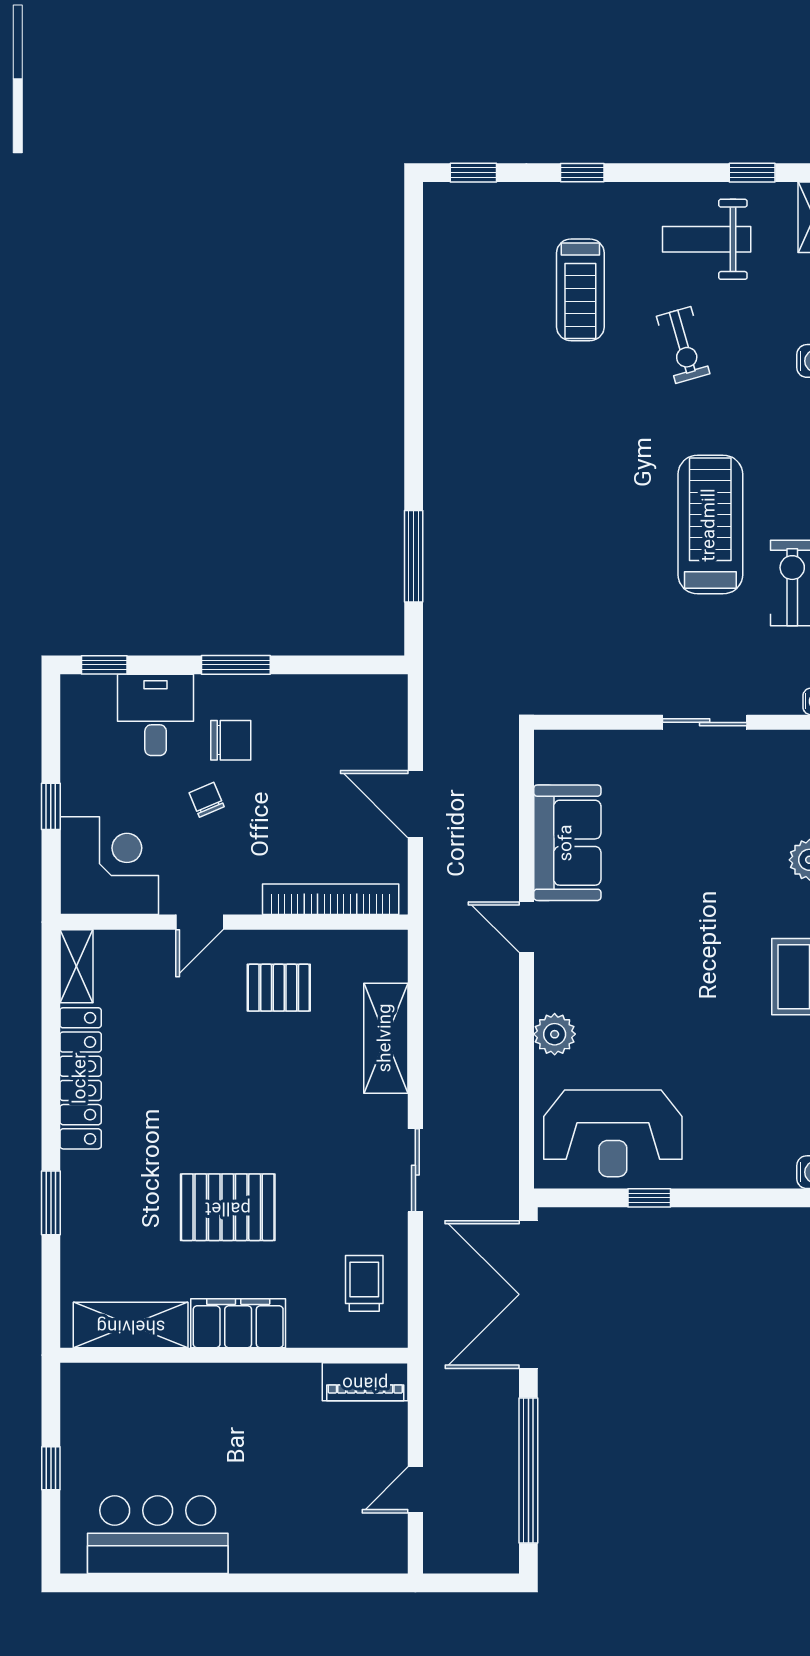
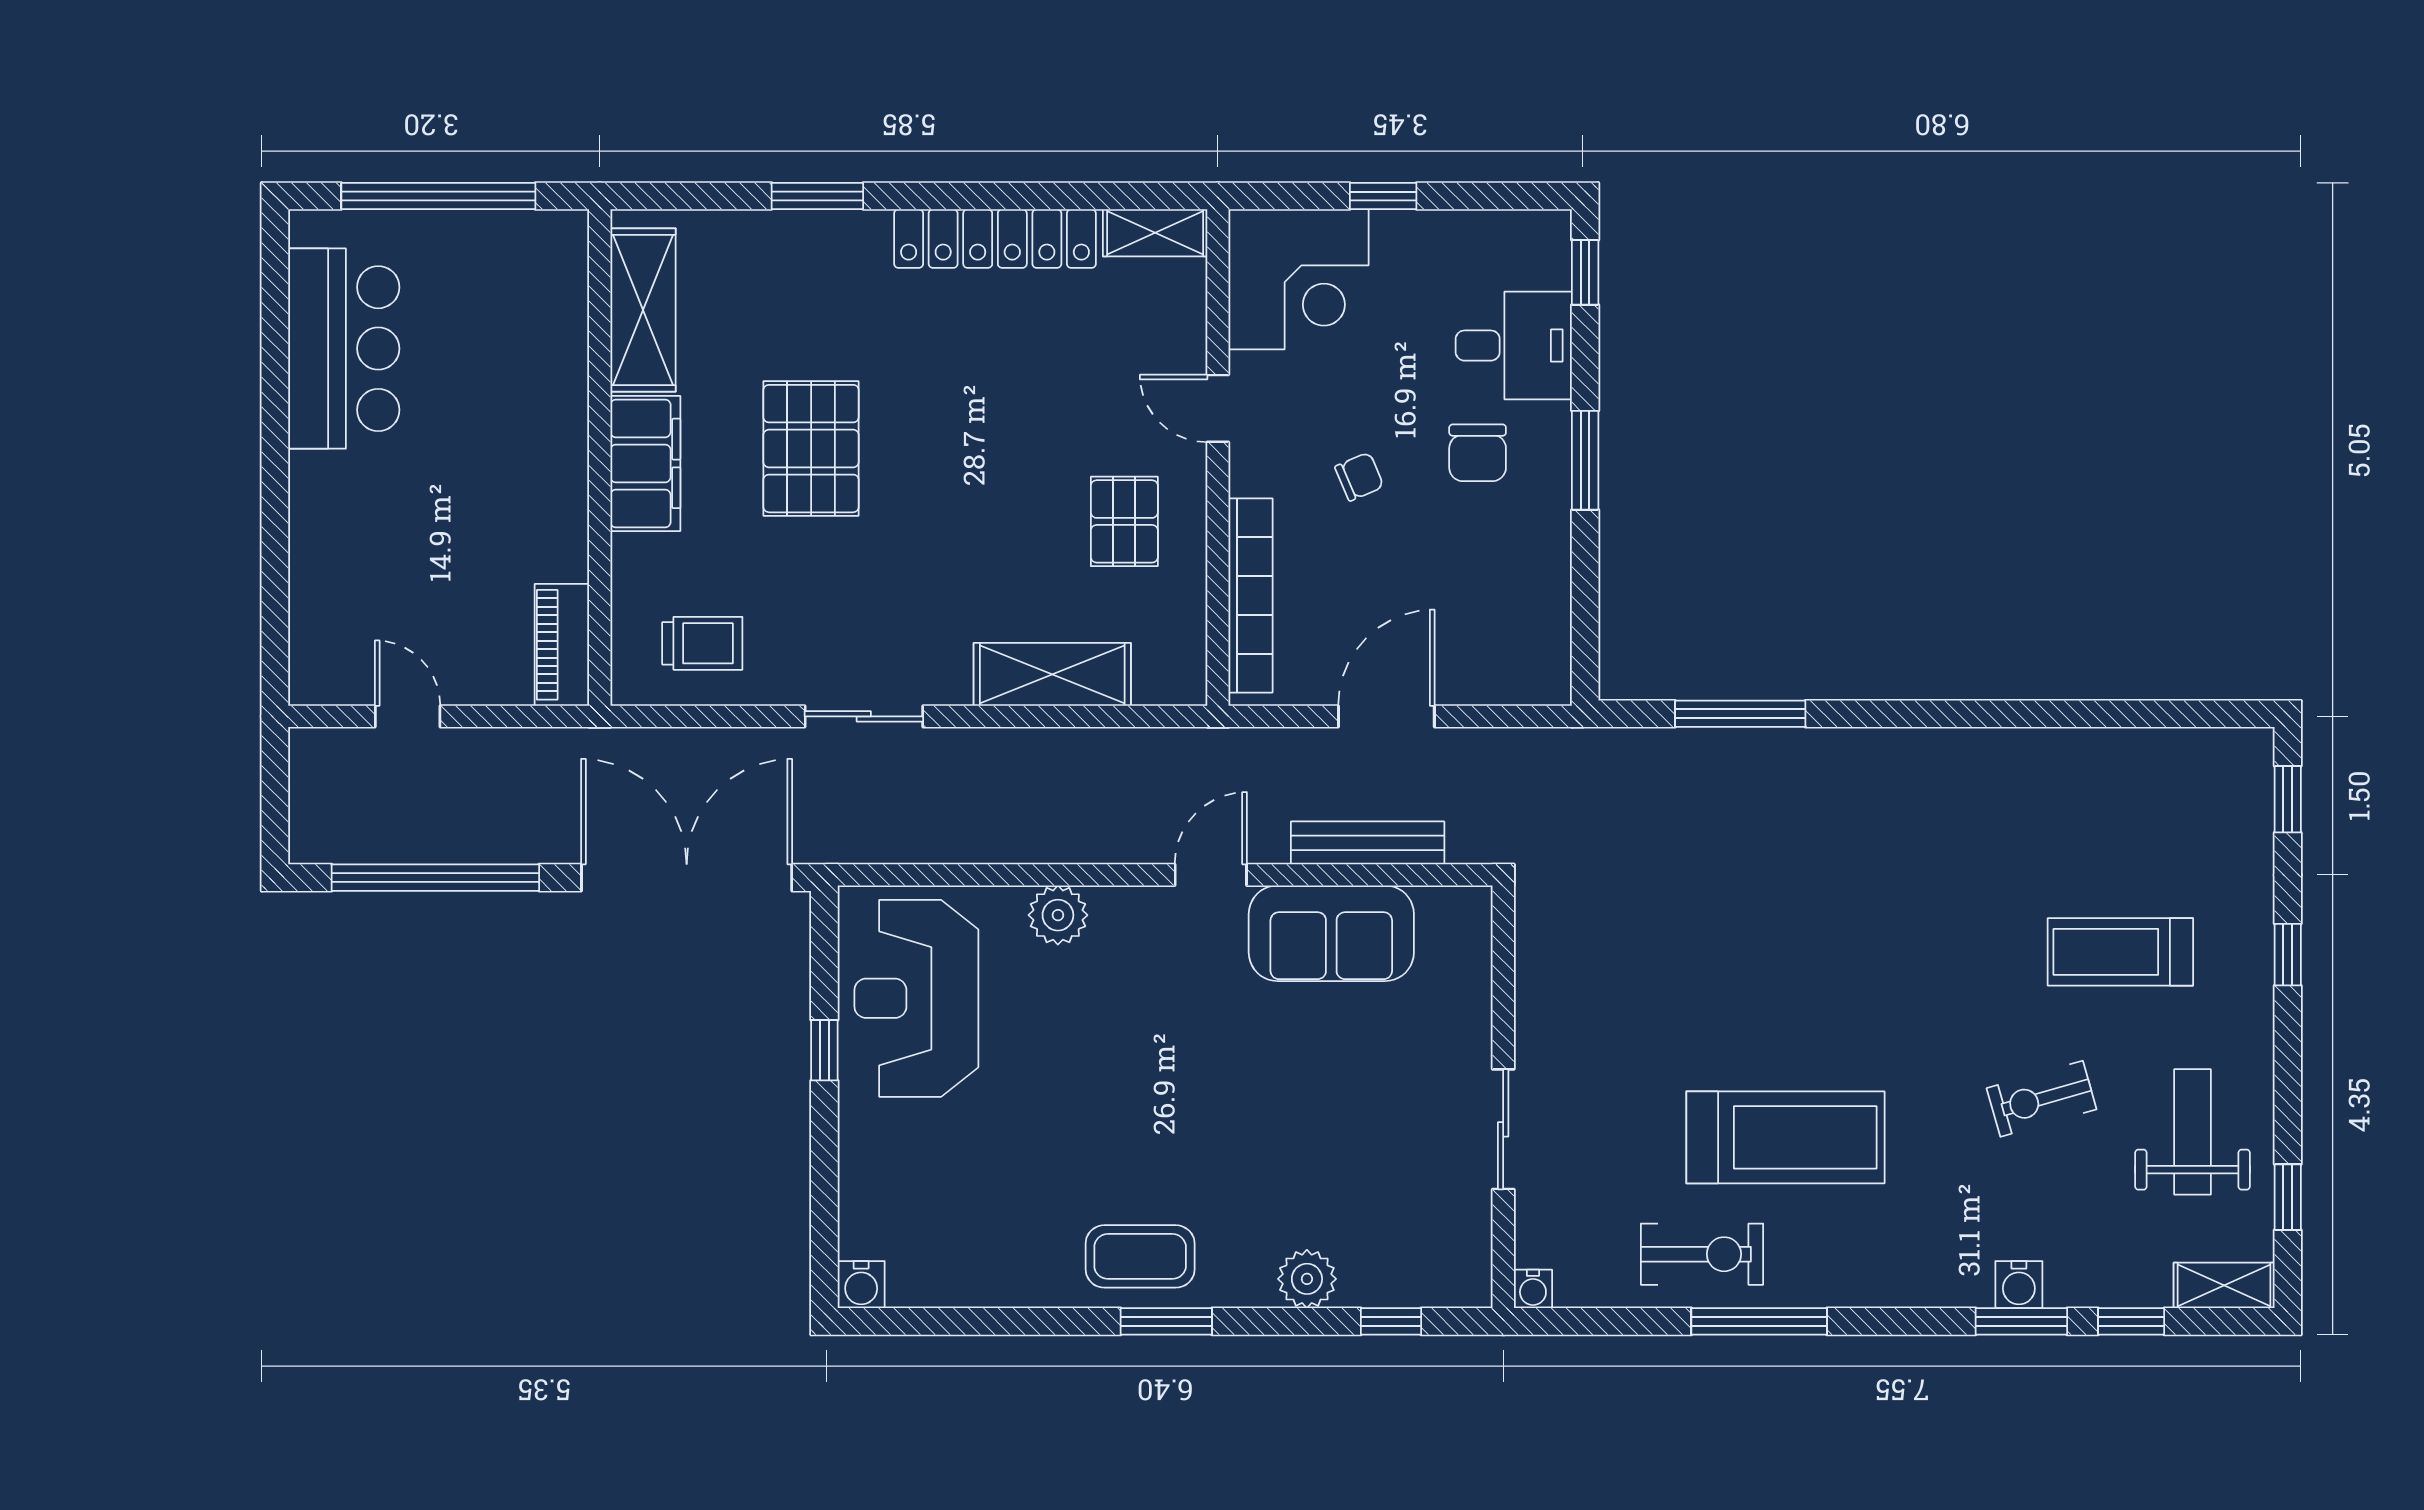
chair: (207, 800) -> (1359, 477), moved
bench: (504, 817) -> (1368, 843), added
window: (51, 1468) -> (438, 196), width x3.17

